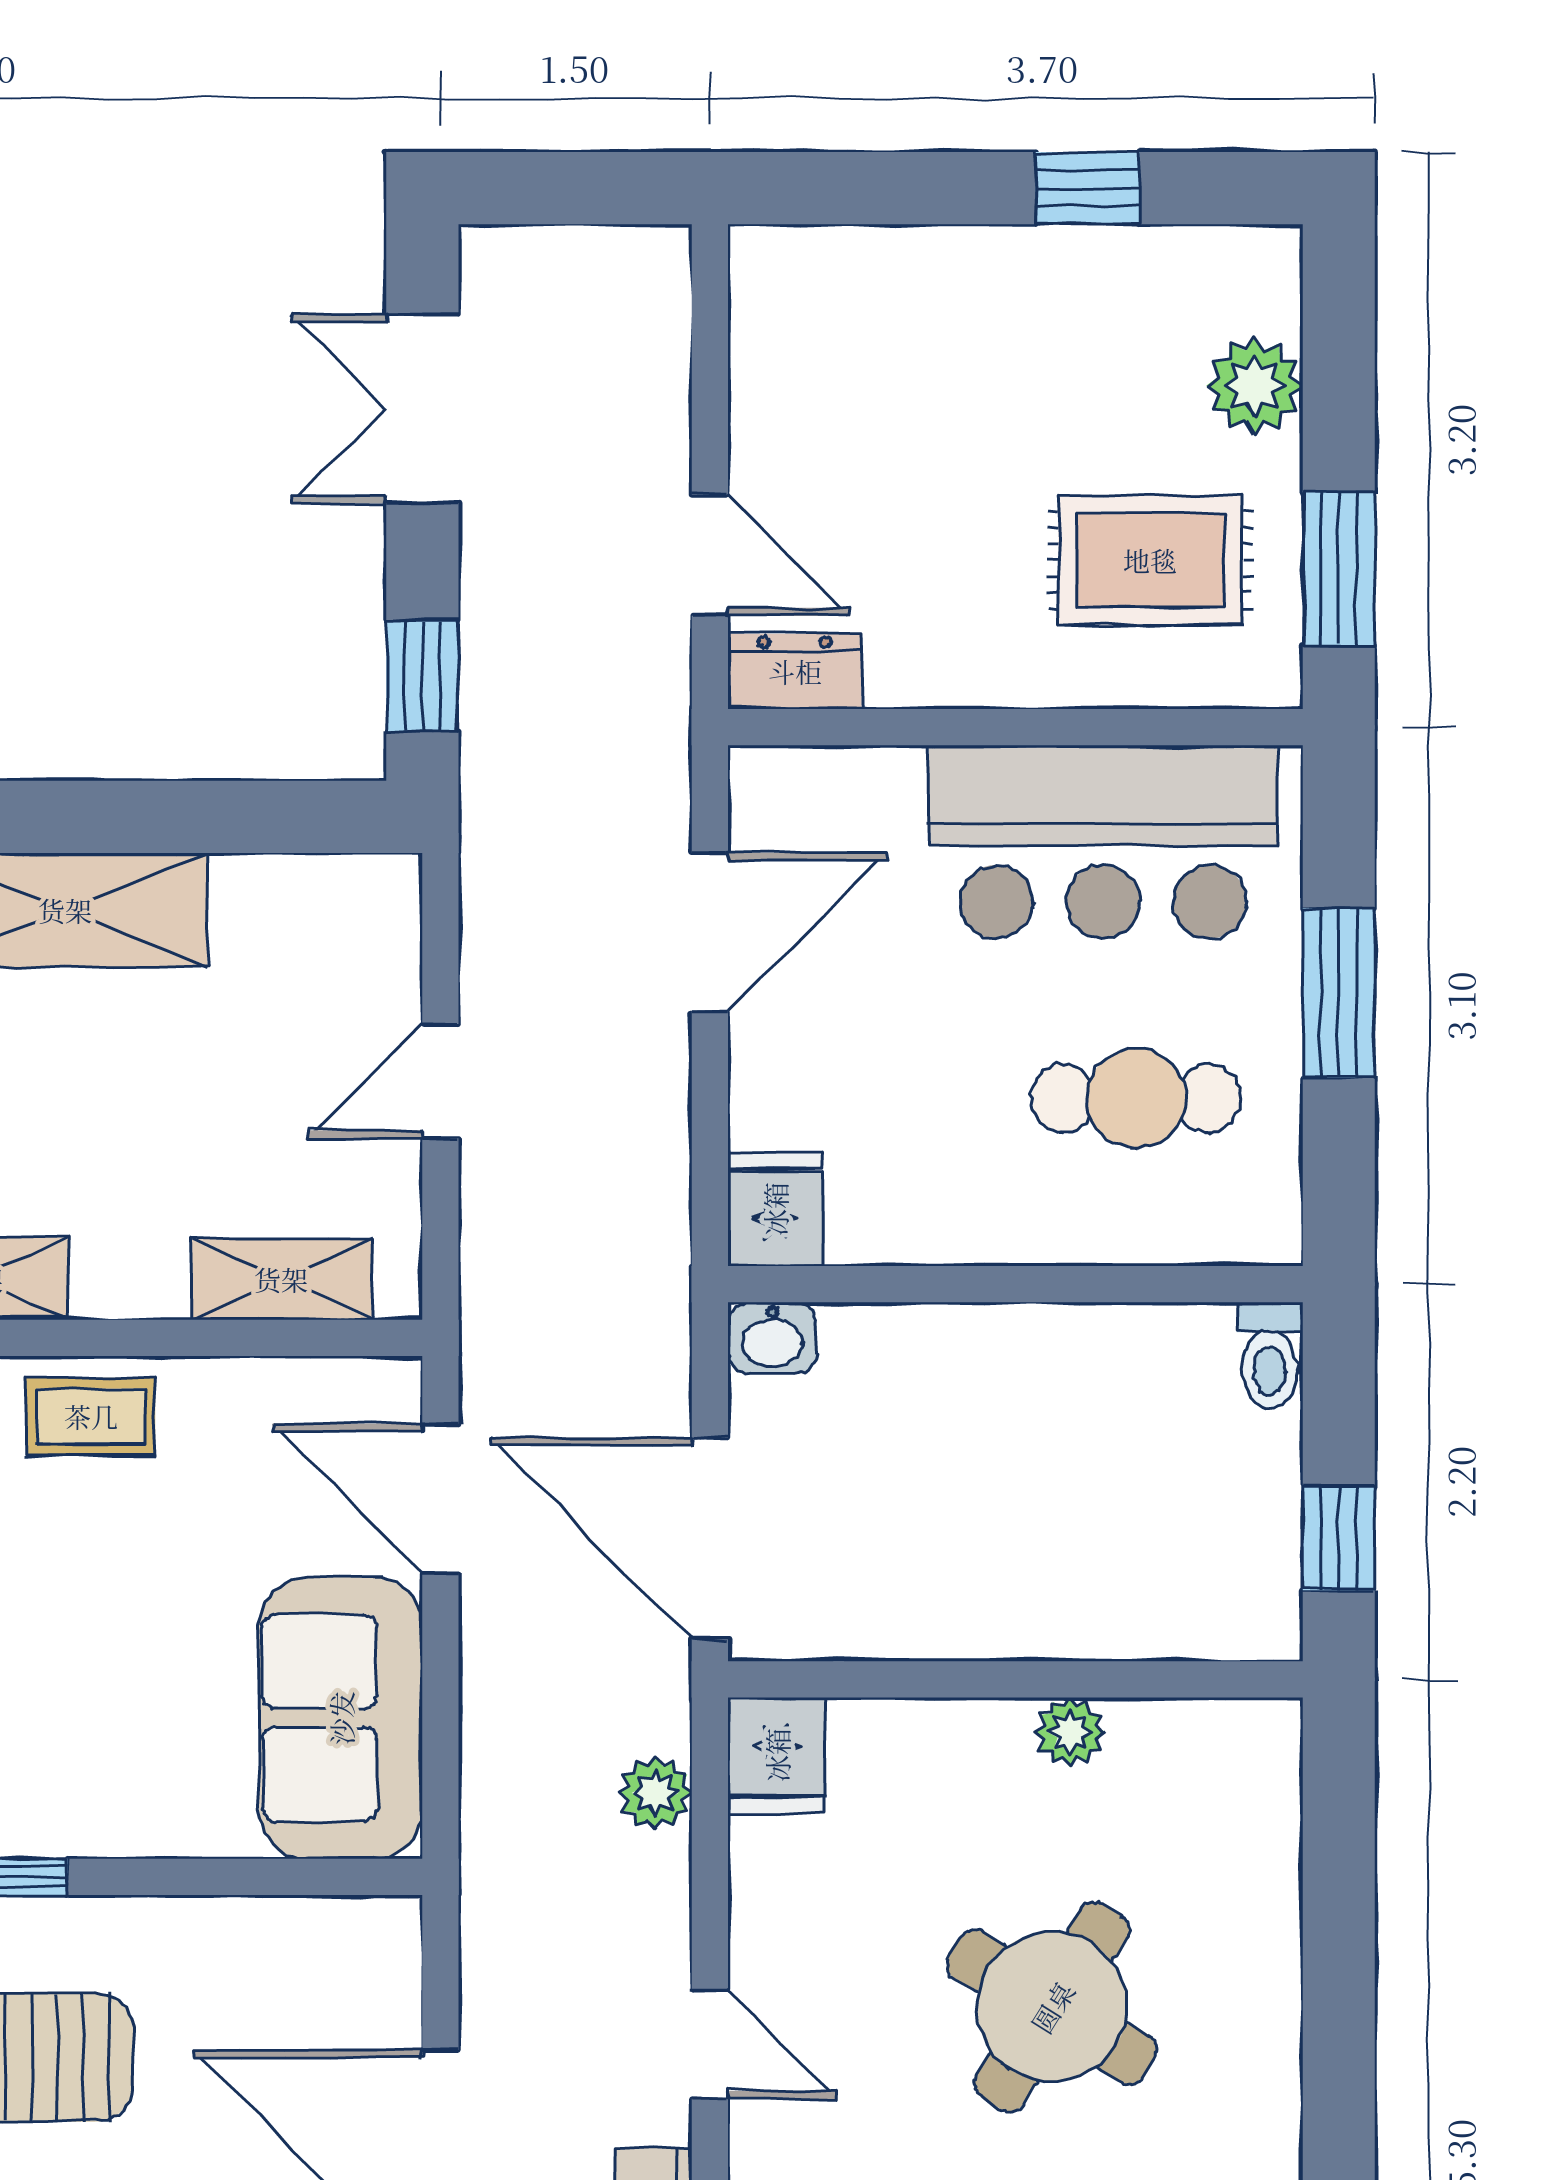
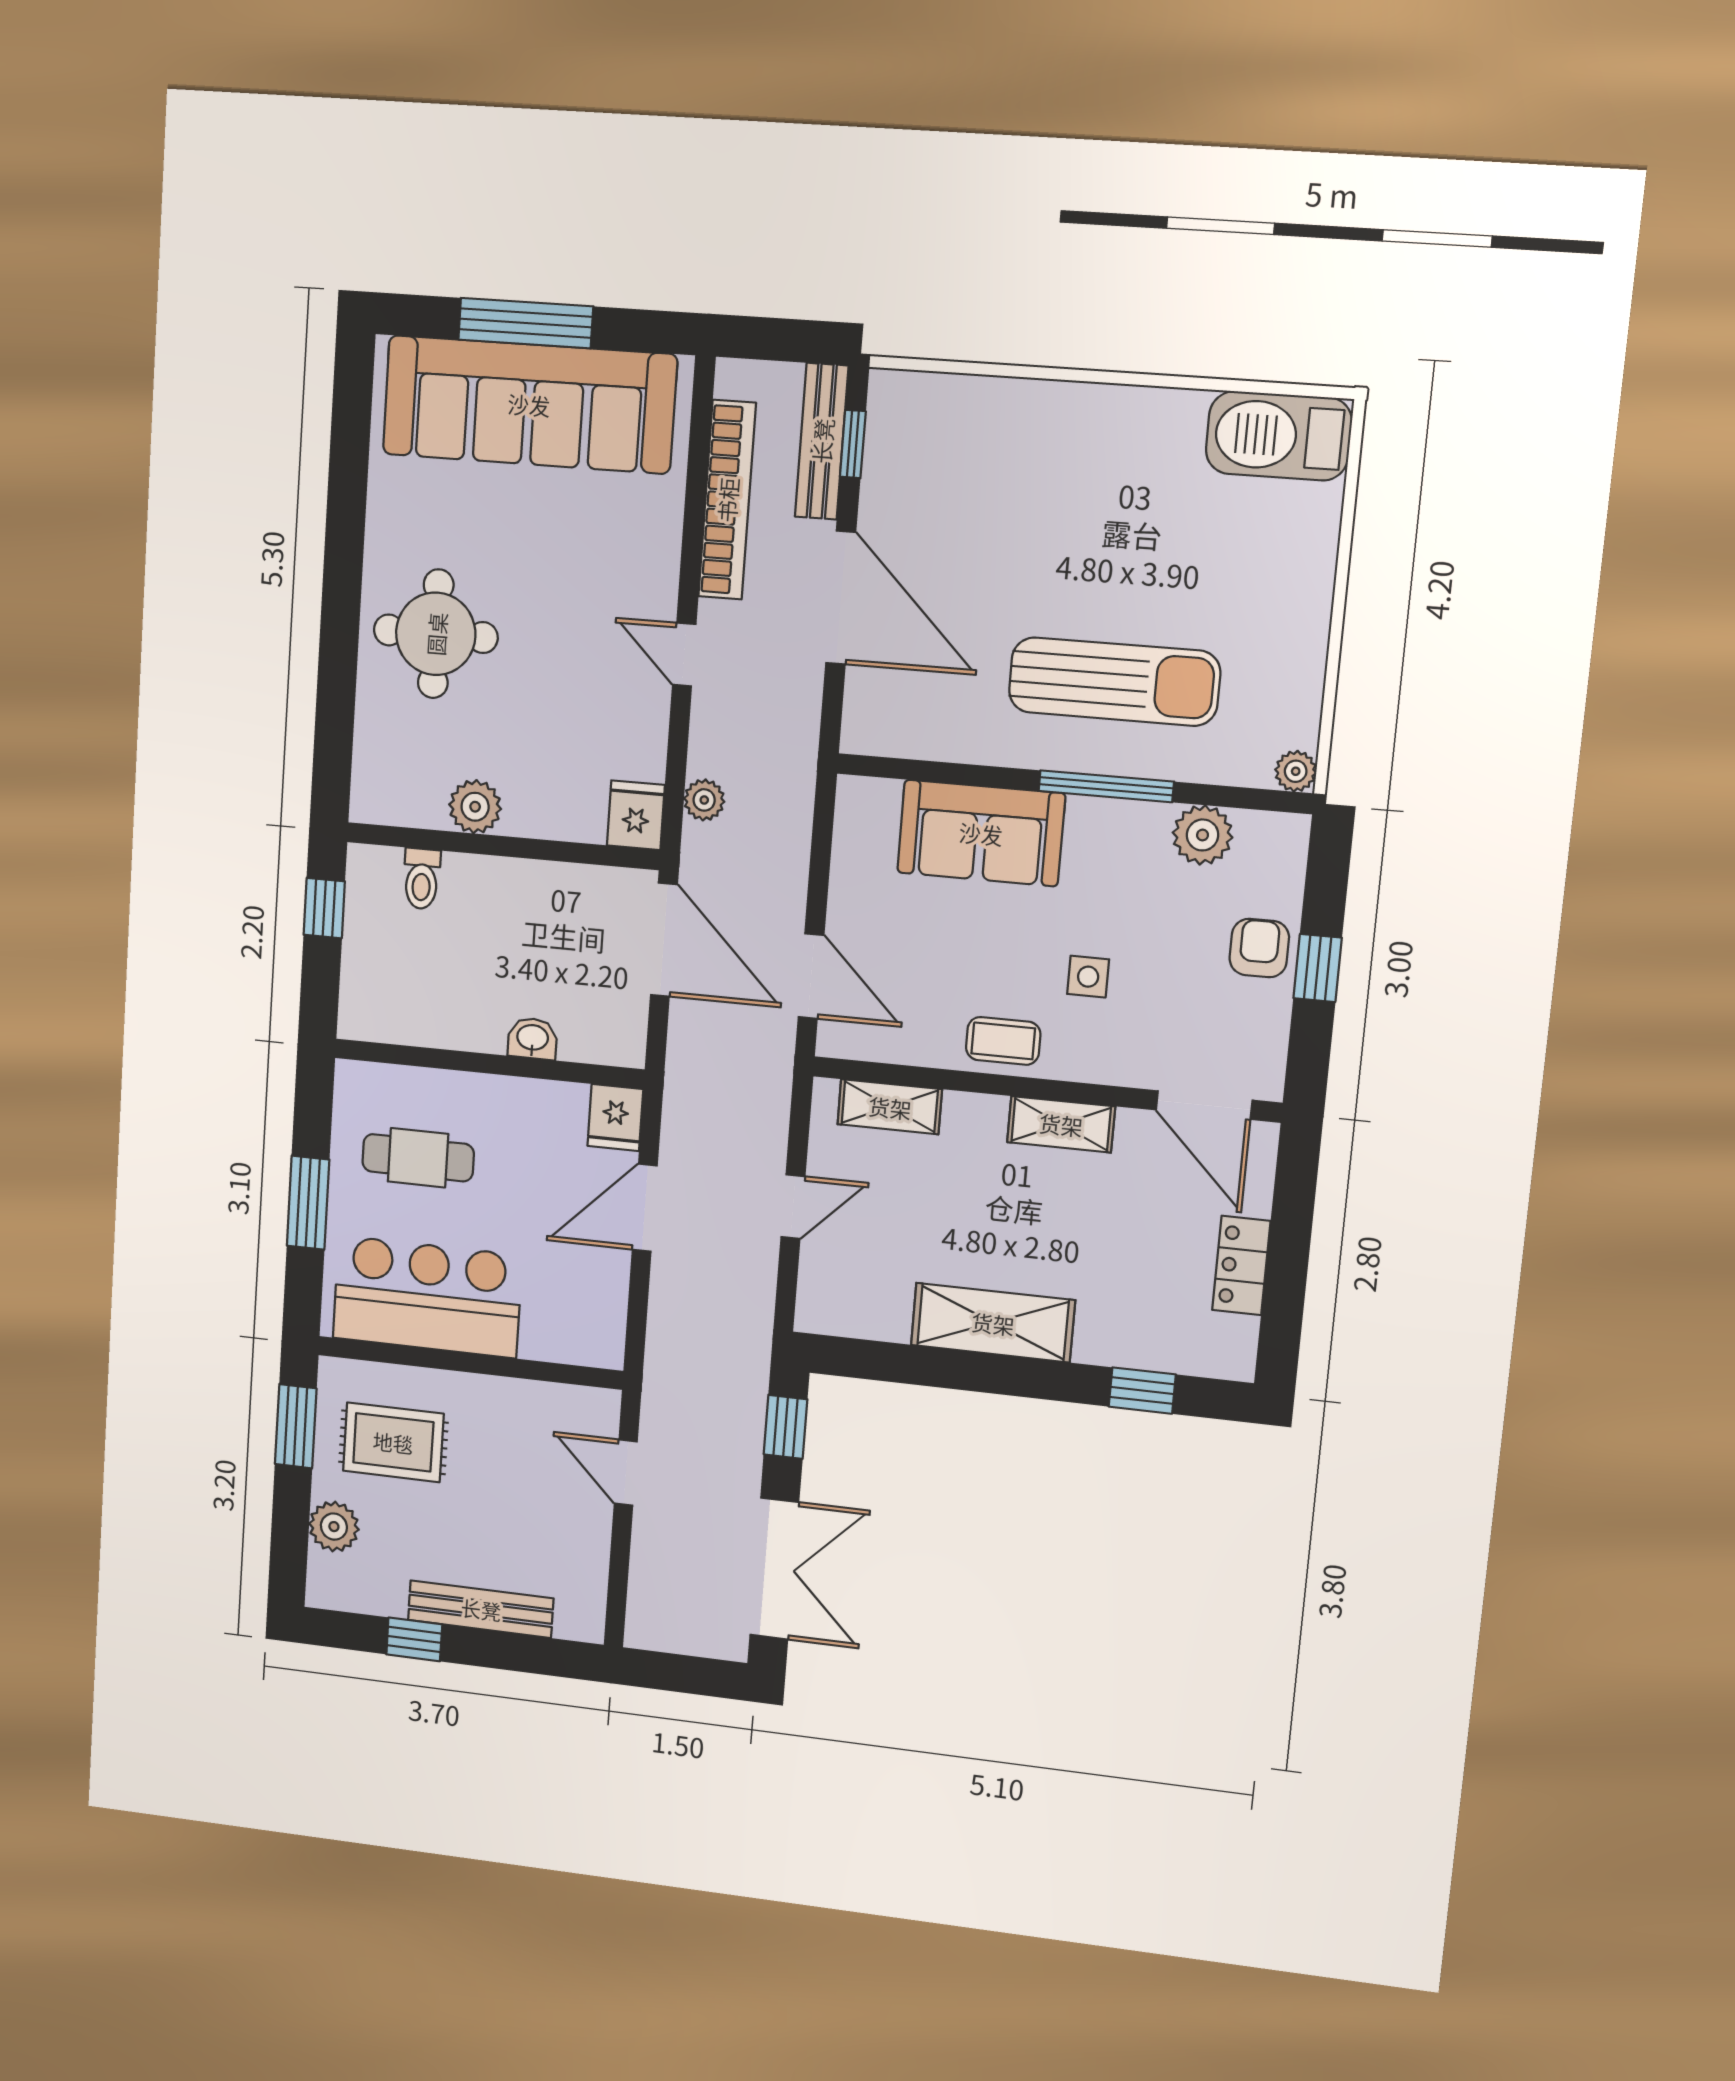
bench: (965, 262) -> (481, 1609), added
double door: (422, 409) -> (774, 1569), width x1.37
dresser: (795, 671) -> (585, 1406), removed
door: (710, 932) -> (645, 1208), moved
washbasin: (772, 1338) -> (532, 1039), moved
toilet: (1270, 1356) -> (422, 879), moved, turned 180
sofa: (341, 1718) -> (981, 833), moved, turned 90
plant: (1070, 1732) -> (475, 807), width x1.38, depth x1.38
round table: (1052, 2007) -> (436, 634), moved, turned -32

